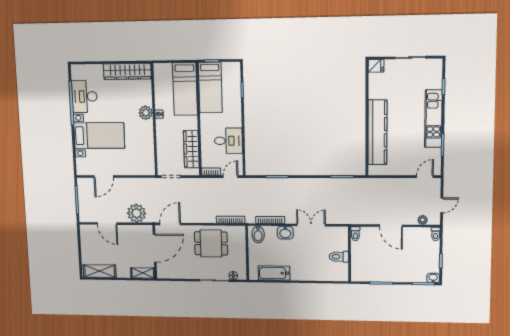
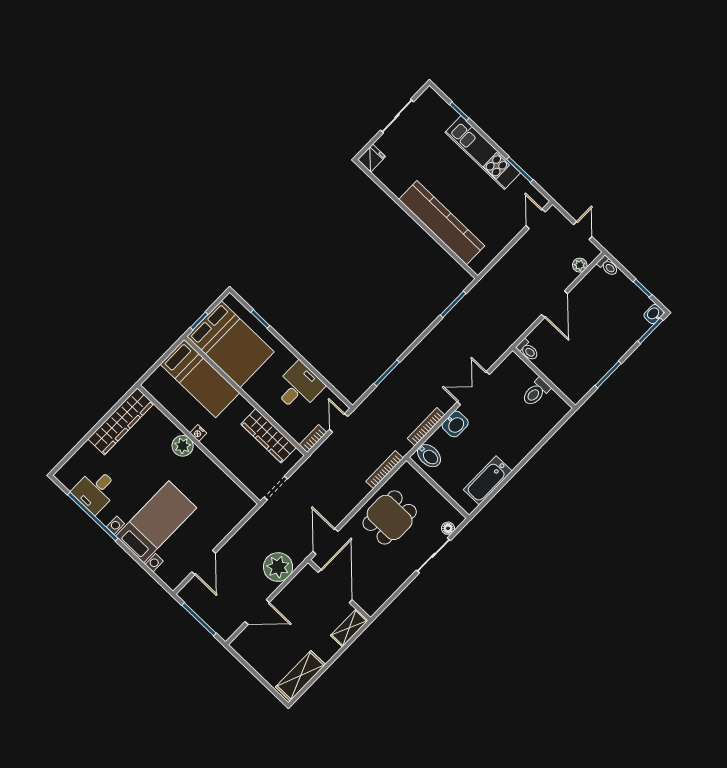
bed: (210, 87) -> (231, 344), width x1.50
desk: (84, 96) -> (96, 490), width x0.73
door: (391, 226) -> (555, 304), hinge flipped

